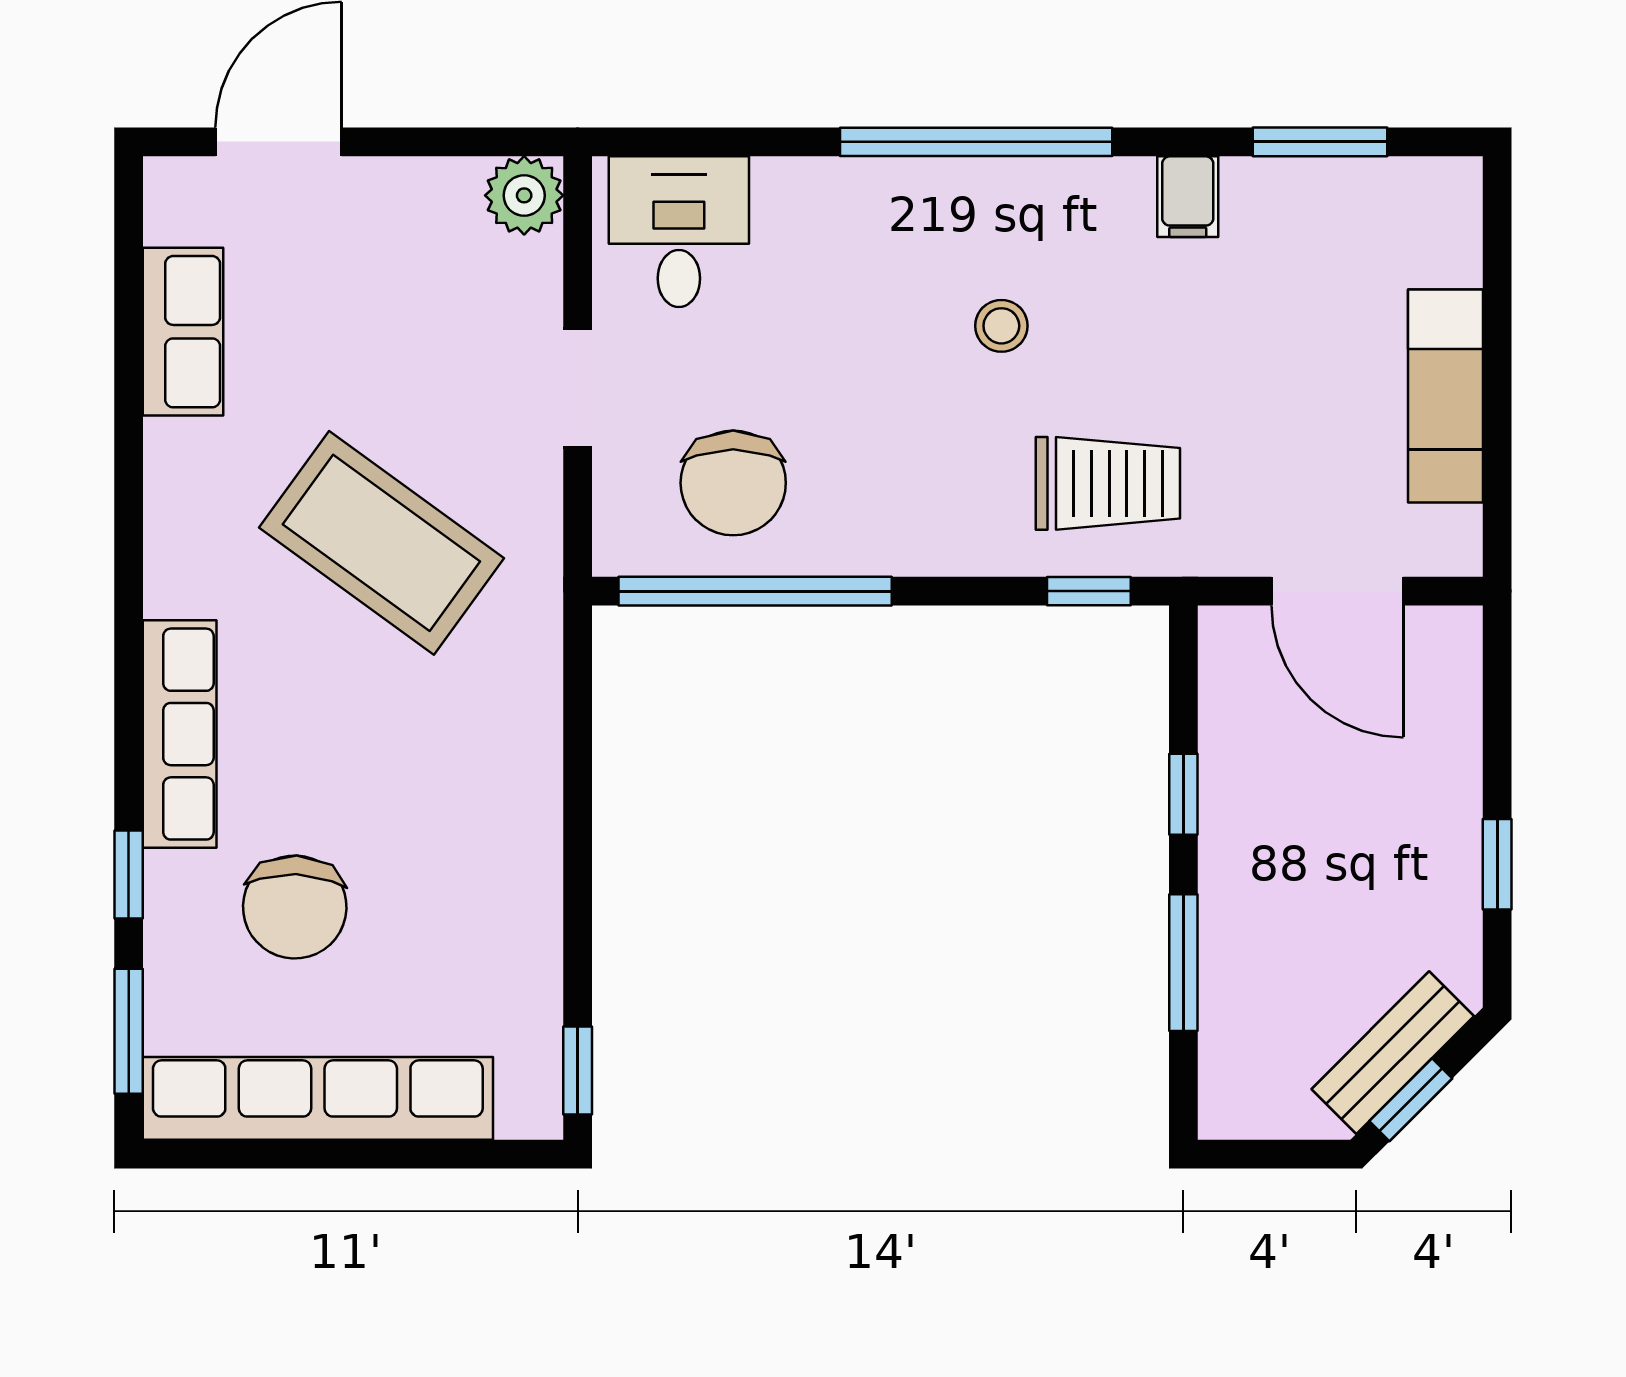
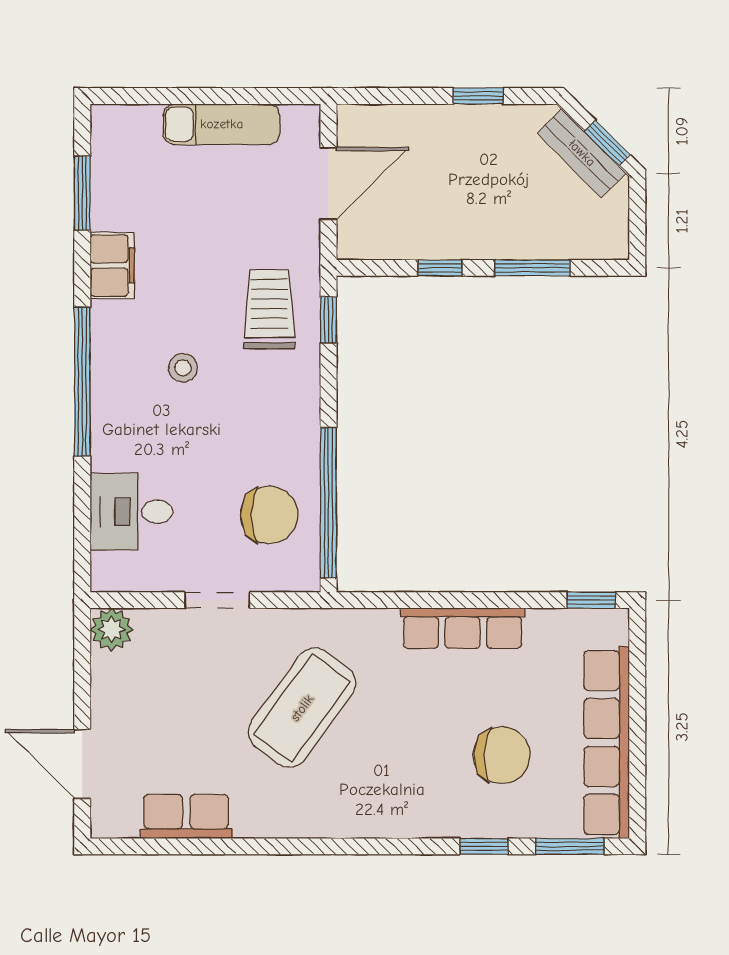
filing cabinet: (1188, 197) -> (112, 266), width x2.00
desk: (679, 232) -> (131, 512), moved
row of seats: (180, 734) -> (463, 628), moved, turned 180

